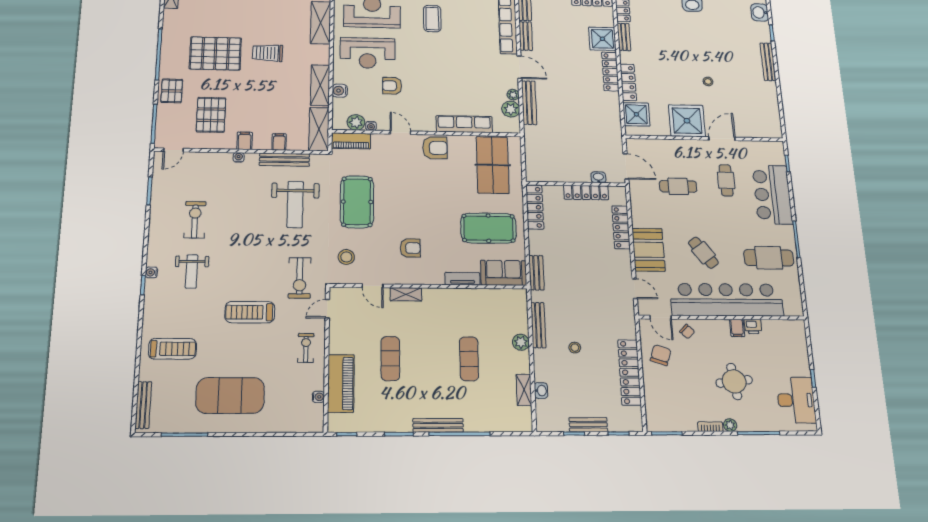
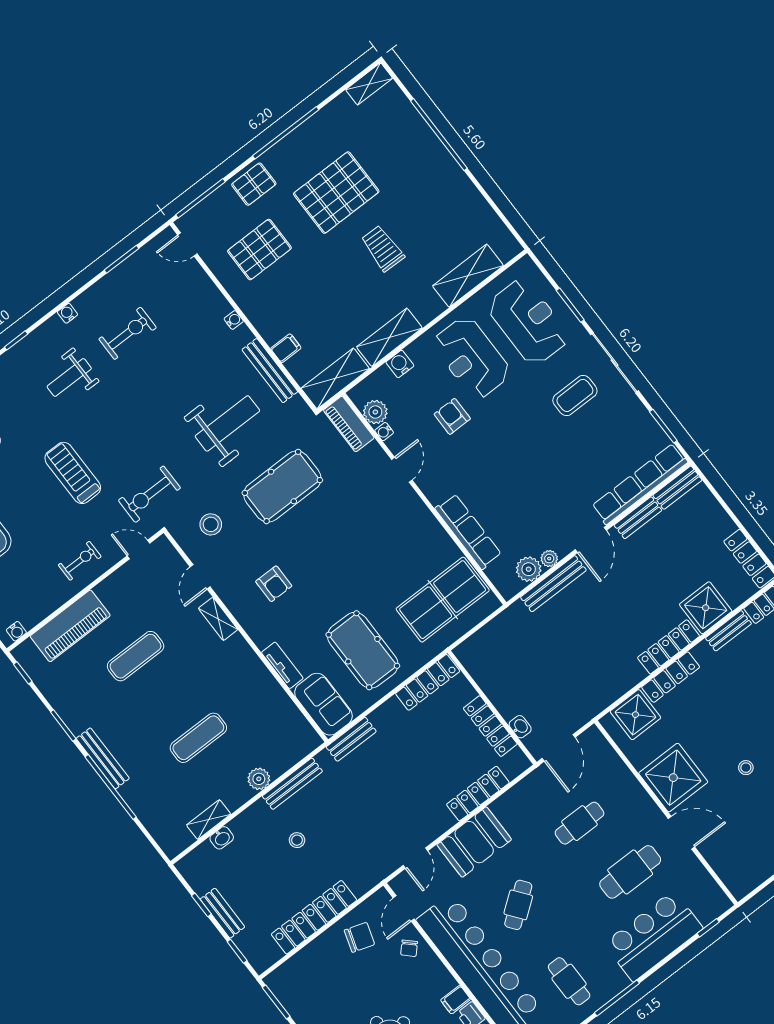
pallet: (215, 53) -> (336, 193), turned 90
filing cabinet: (245, 141) -> (258, 310), removed
armchair: (435, 148) -> (413, 521), removed
cafe table: (726, 180) -> (630, 872), width x1.37, depth x1.35
cafe table: (678, 186) -> (580, 823), turned 90
weight bench: (295, 204) -> (227, 423), turned 180
cafe table: (769, 258) -> (569, 981), width x0.73, depth x0.74
water cooler: (151, 272) -> (67, 313), moved
water cooler: (318, 397) -> (16, 631), moved

